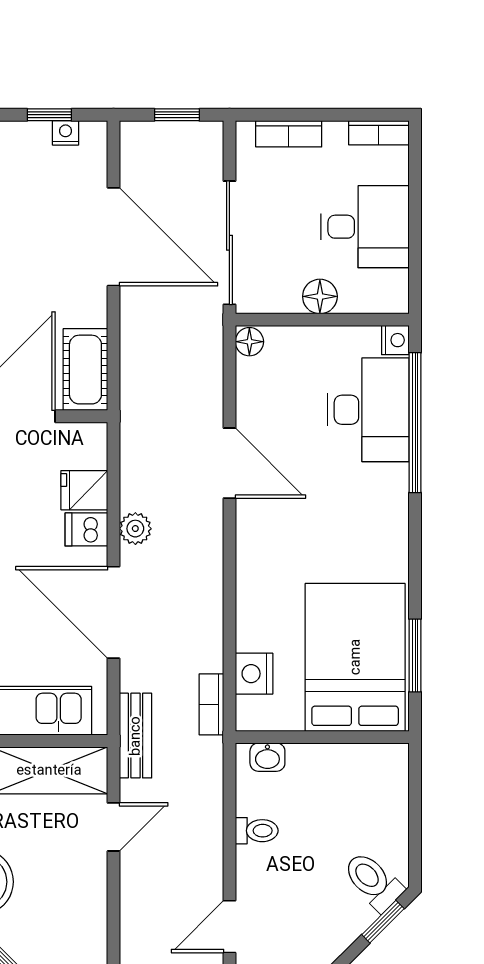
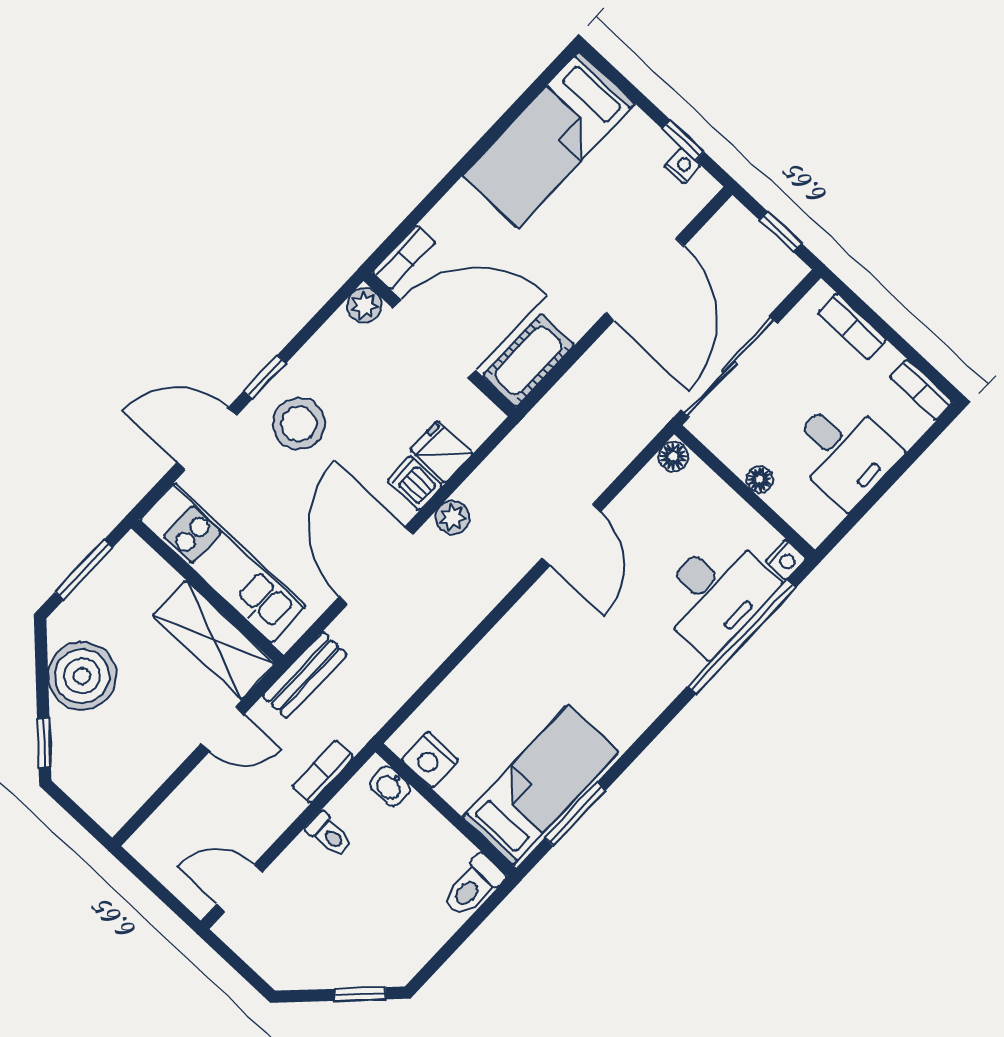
floor lamp: (320, 296) -> (760, 480), width x0.73, depth x0.73
bed: (355, 657) -> (541, 785), width x0.67
nightstand: (254, 674) -> (430, 760), moved, turned -90
bookcase: (211, 704) -> (323, 772), moved
toilet: (373, 881) -> (473, 886), moved, turned -135

